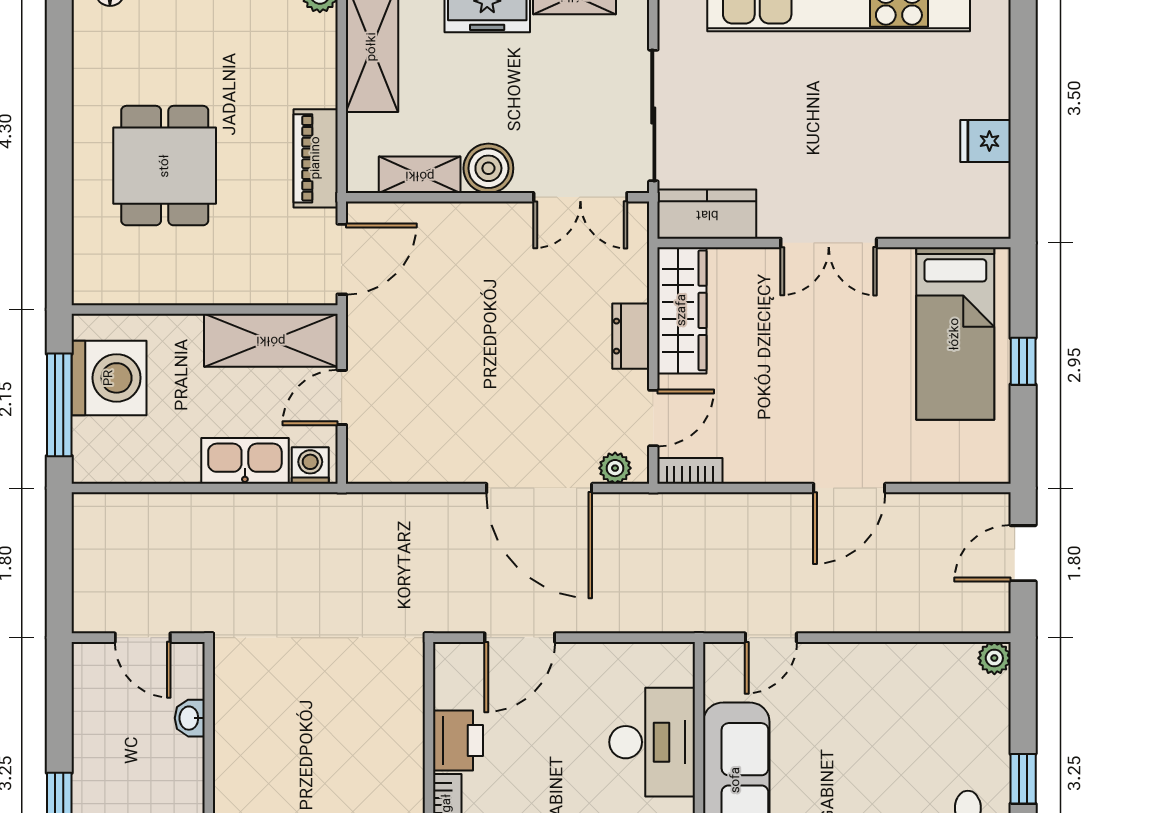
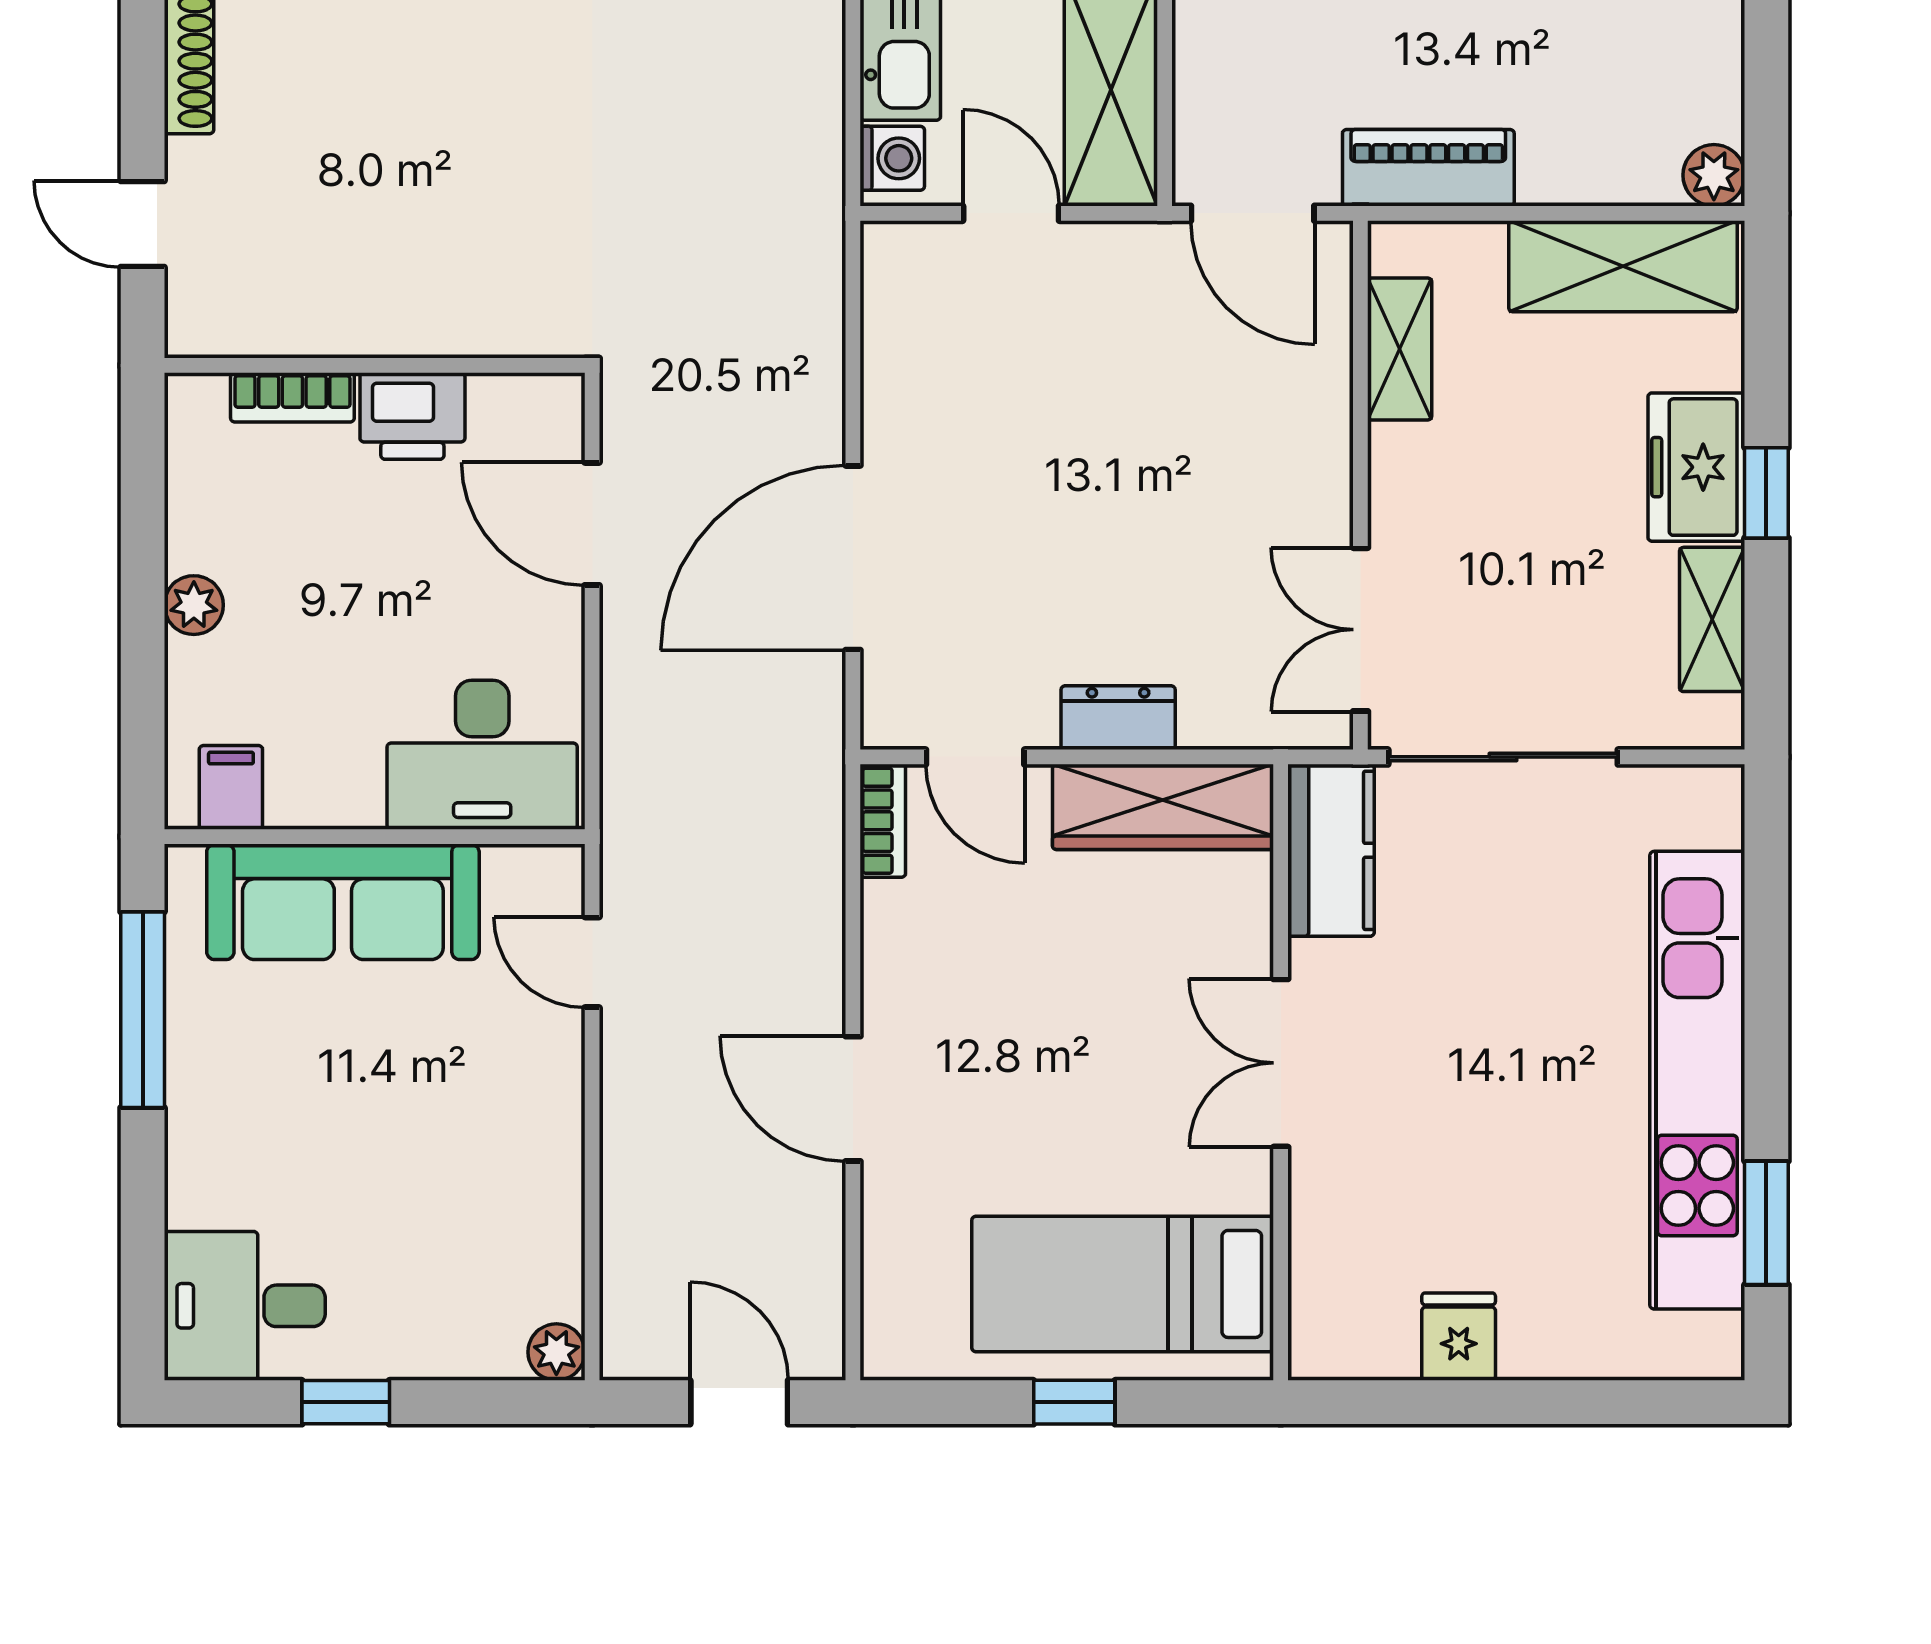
boiler: (488, 168) -> (1411, 469), removed
plant: (615, 468) -> (888, 690), removed
desk: (652, 742) -> (482, 755), moved

